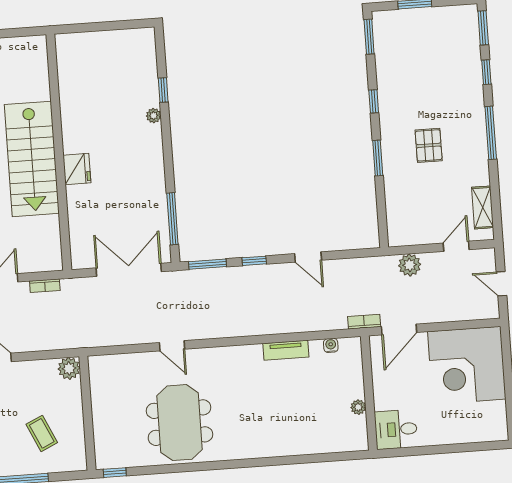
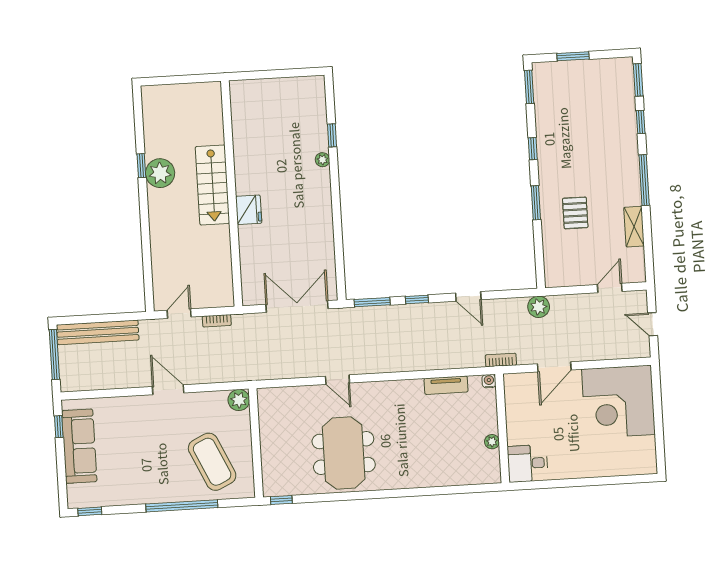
pallet: (429, 145) -> (575, 213), moved
stairs: (32, 159) -> (212, 185), width x0.73, depth x0.66
shelving: (483, 207) -> (634, 227), moved
window: (172, 219) -> (339, 258), removed
plant: (410, 265) -> (539, 307), moved
bookcase: (364, 322) -> (501, 360), moved
wall: (369, 393) -> (502, 428), moved
plant: (358, 407) -> (492, 442), moved
desk: (396, 429) -> (528, 463), moved
coffee table: (42, 433) -> (212, 462), width x1.86, depth x1.72

